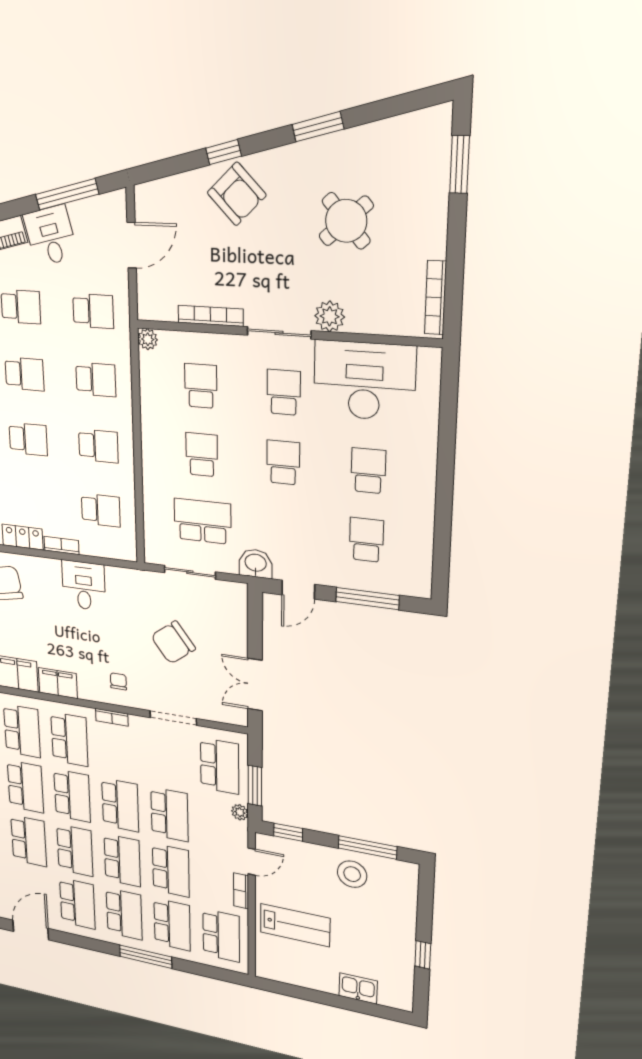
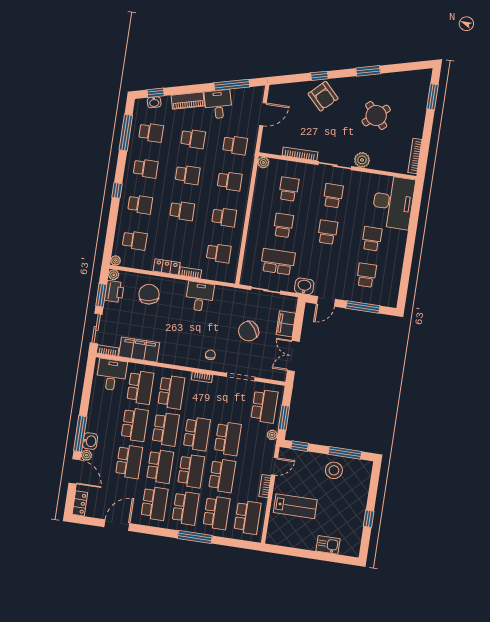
desk: (364, 381) -> (393, 202), moved, turned 90
filing cabinet: (58, 683) -> (286, 324), moved, turned -90

